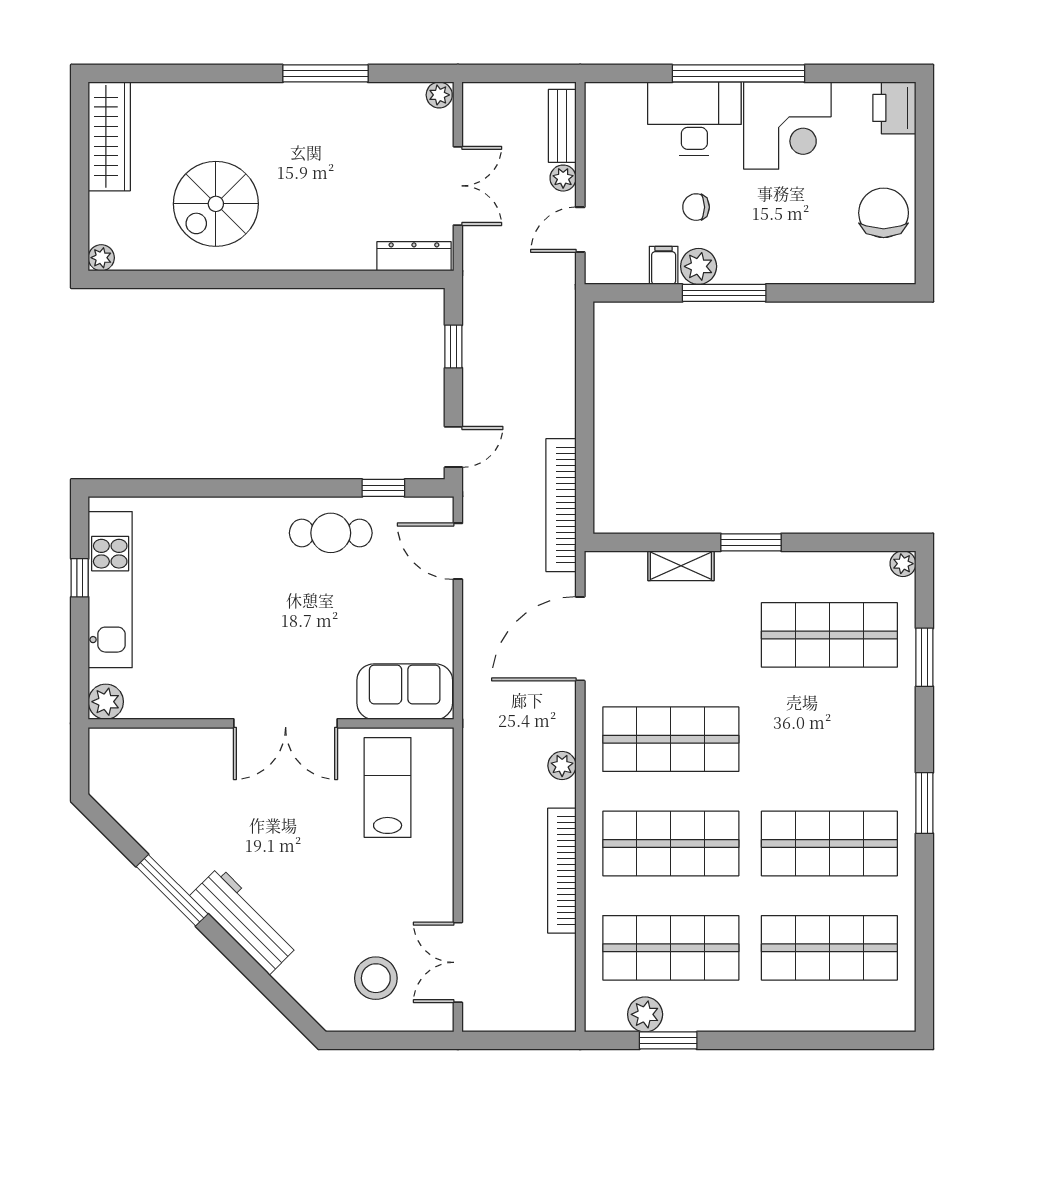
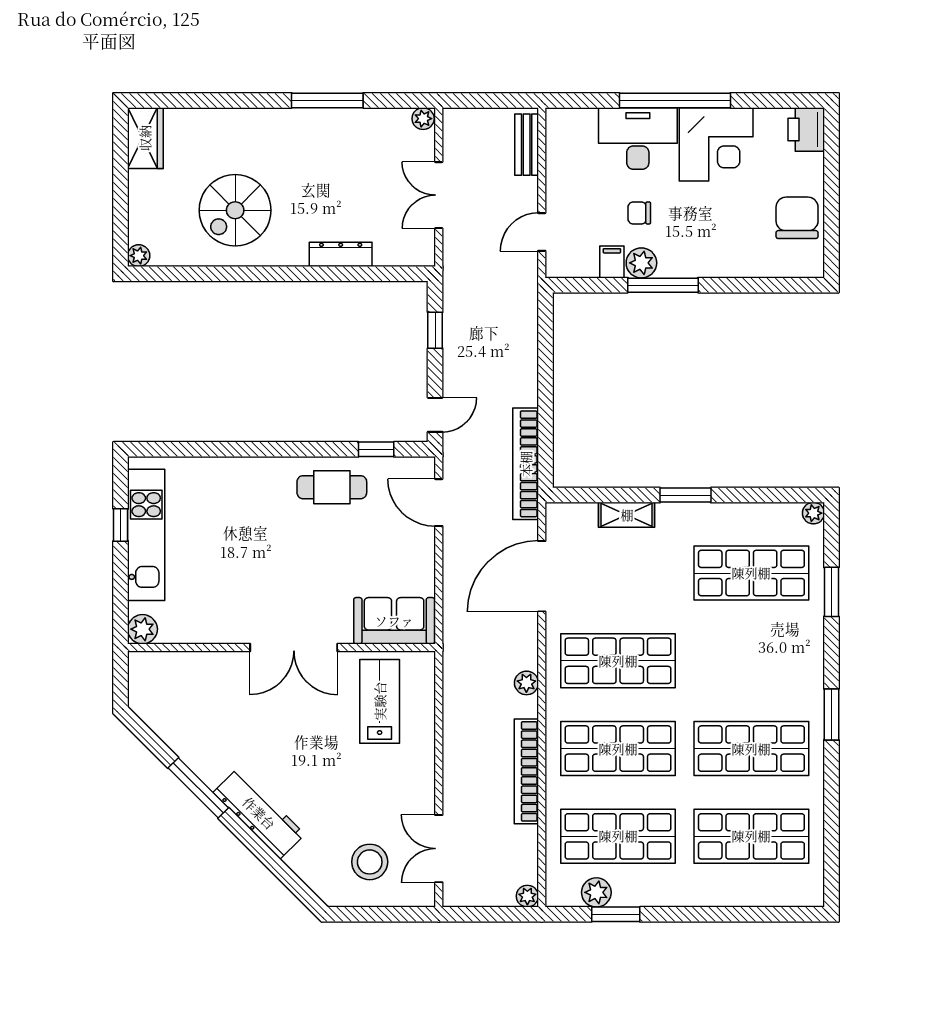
wardrobe: (109, 136) -> (145, 138), width x0.67
plant: (563, 178) -> (527, 896), moved
double door: (458, 186) -> (439, 195), swing flipped
dresser: (414, 256) -> (341, 254), moved

